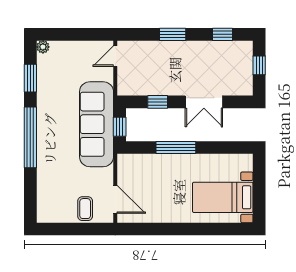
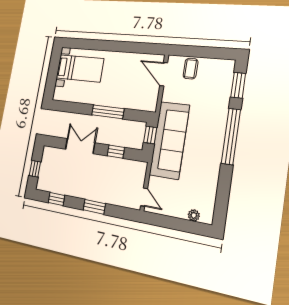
plant: (43, 47) -> (194, 215), moved
door: (115, 56) -> (144, 197), hinge flipped
window: (30, 78) -> (238, 85), moved

